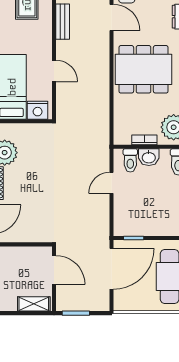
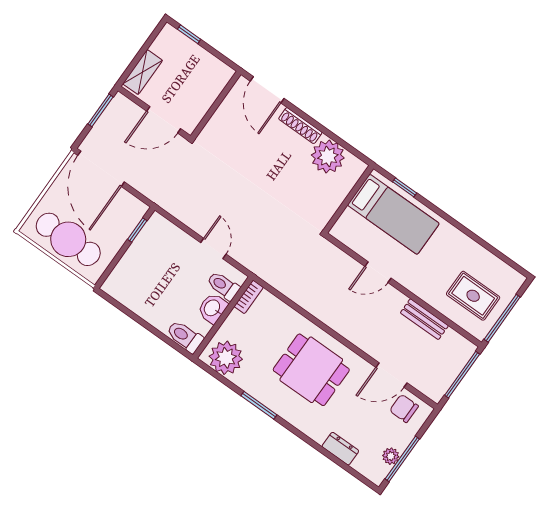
dining table: (144, 69) -> (311, 370), width x0.73
nightstand: (38, 110) -> (348, 224), removed
bookcase: (144, 140) -> (249, 297), moved
door: (112, 269) -> (101, 169), moved

